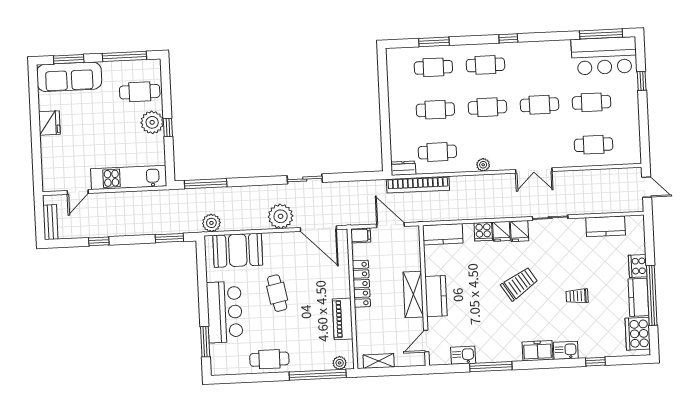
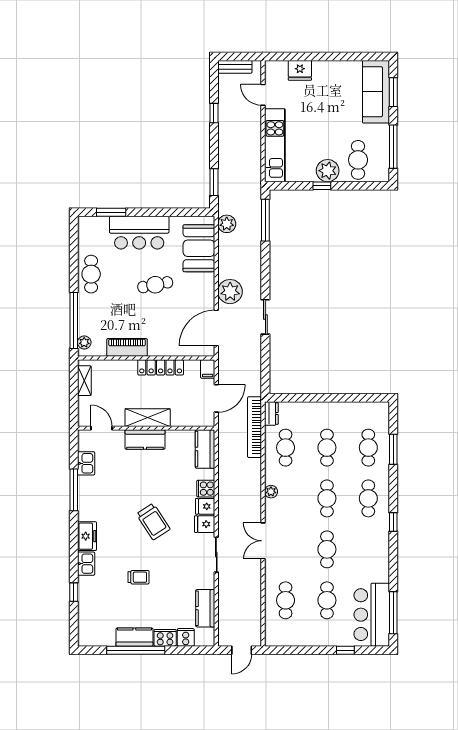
fridge: (49, 123) -> (300, 70), moved
trolley: (577, 296) -> (138, 577), turned 90
cooker: (638, 334) -> (186, 637), moved, width x0.53, depth x0.76

